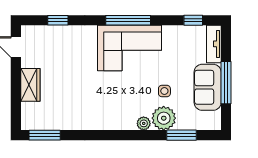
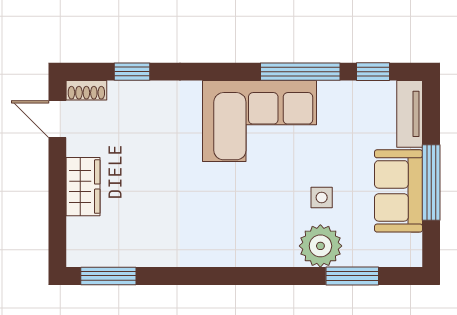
window: (128, 20) -> (300, 72), moved
shoe rack: (32, 31) -> (86, 90), added
plant: (144, 123) -> (285, 255), removed

